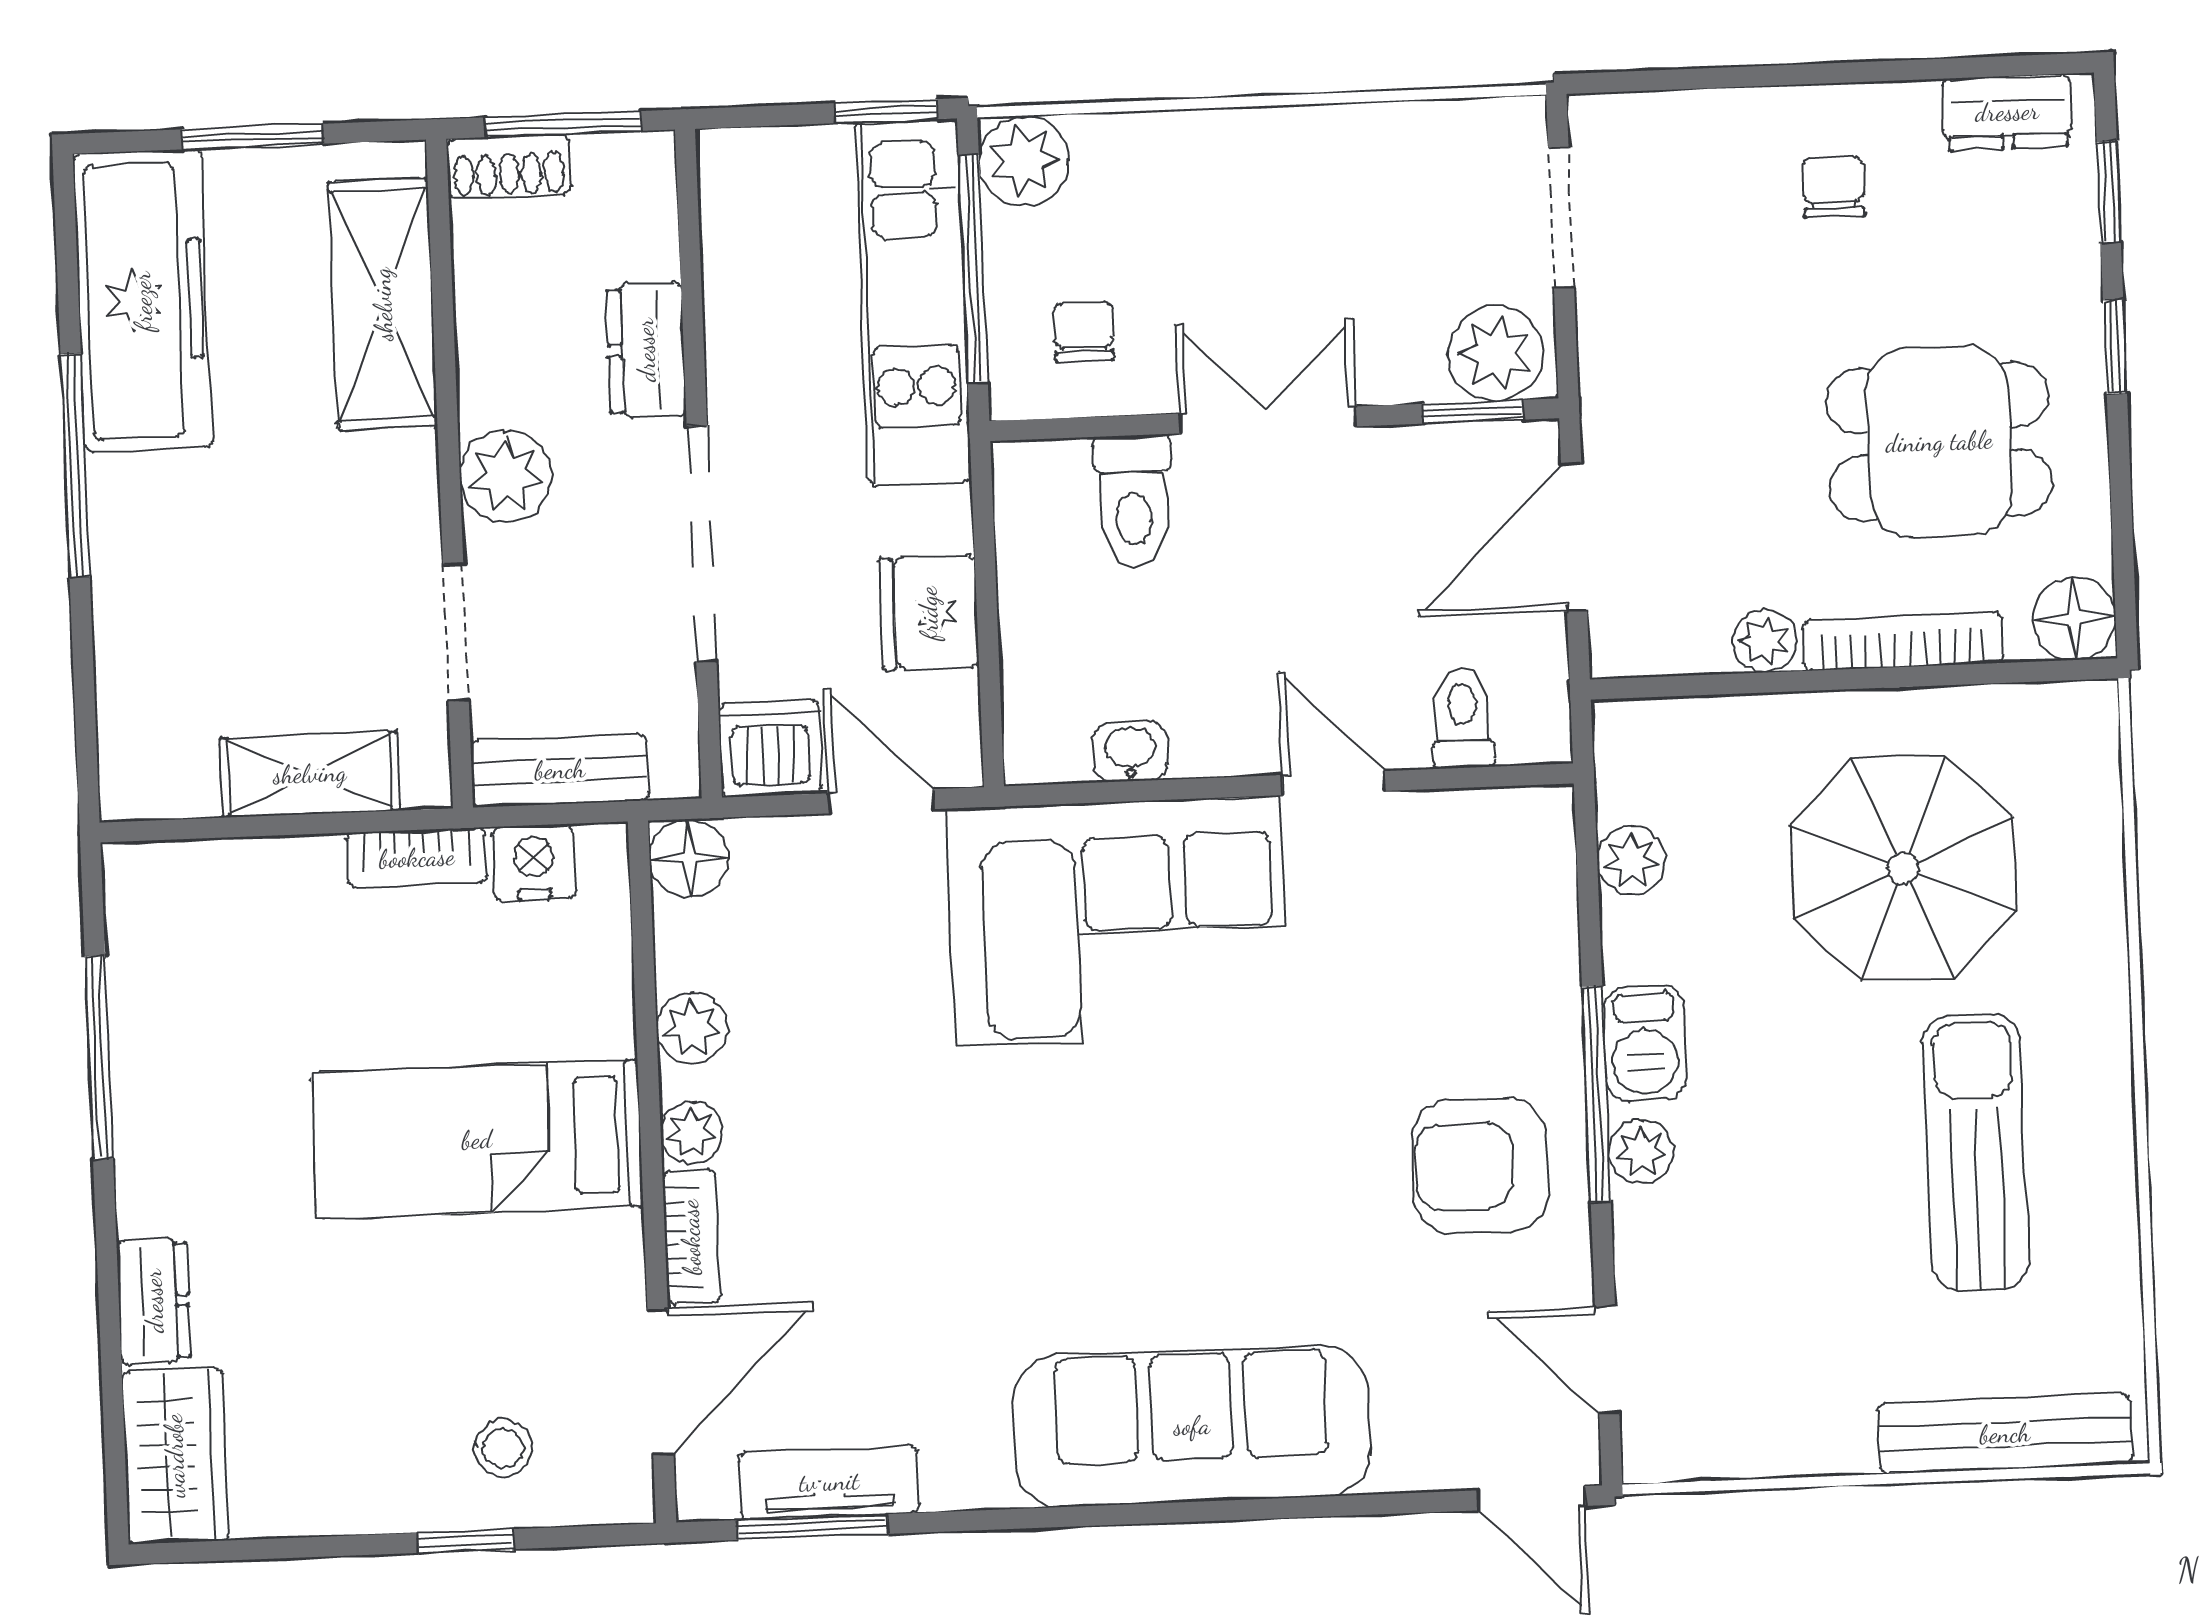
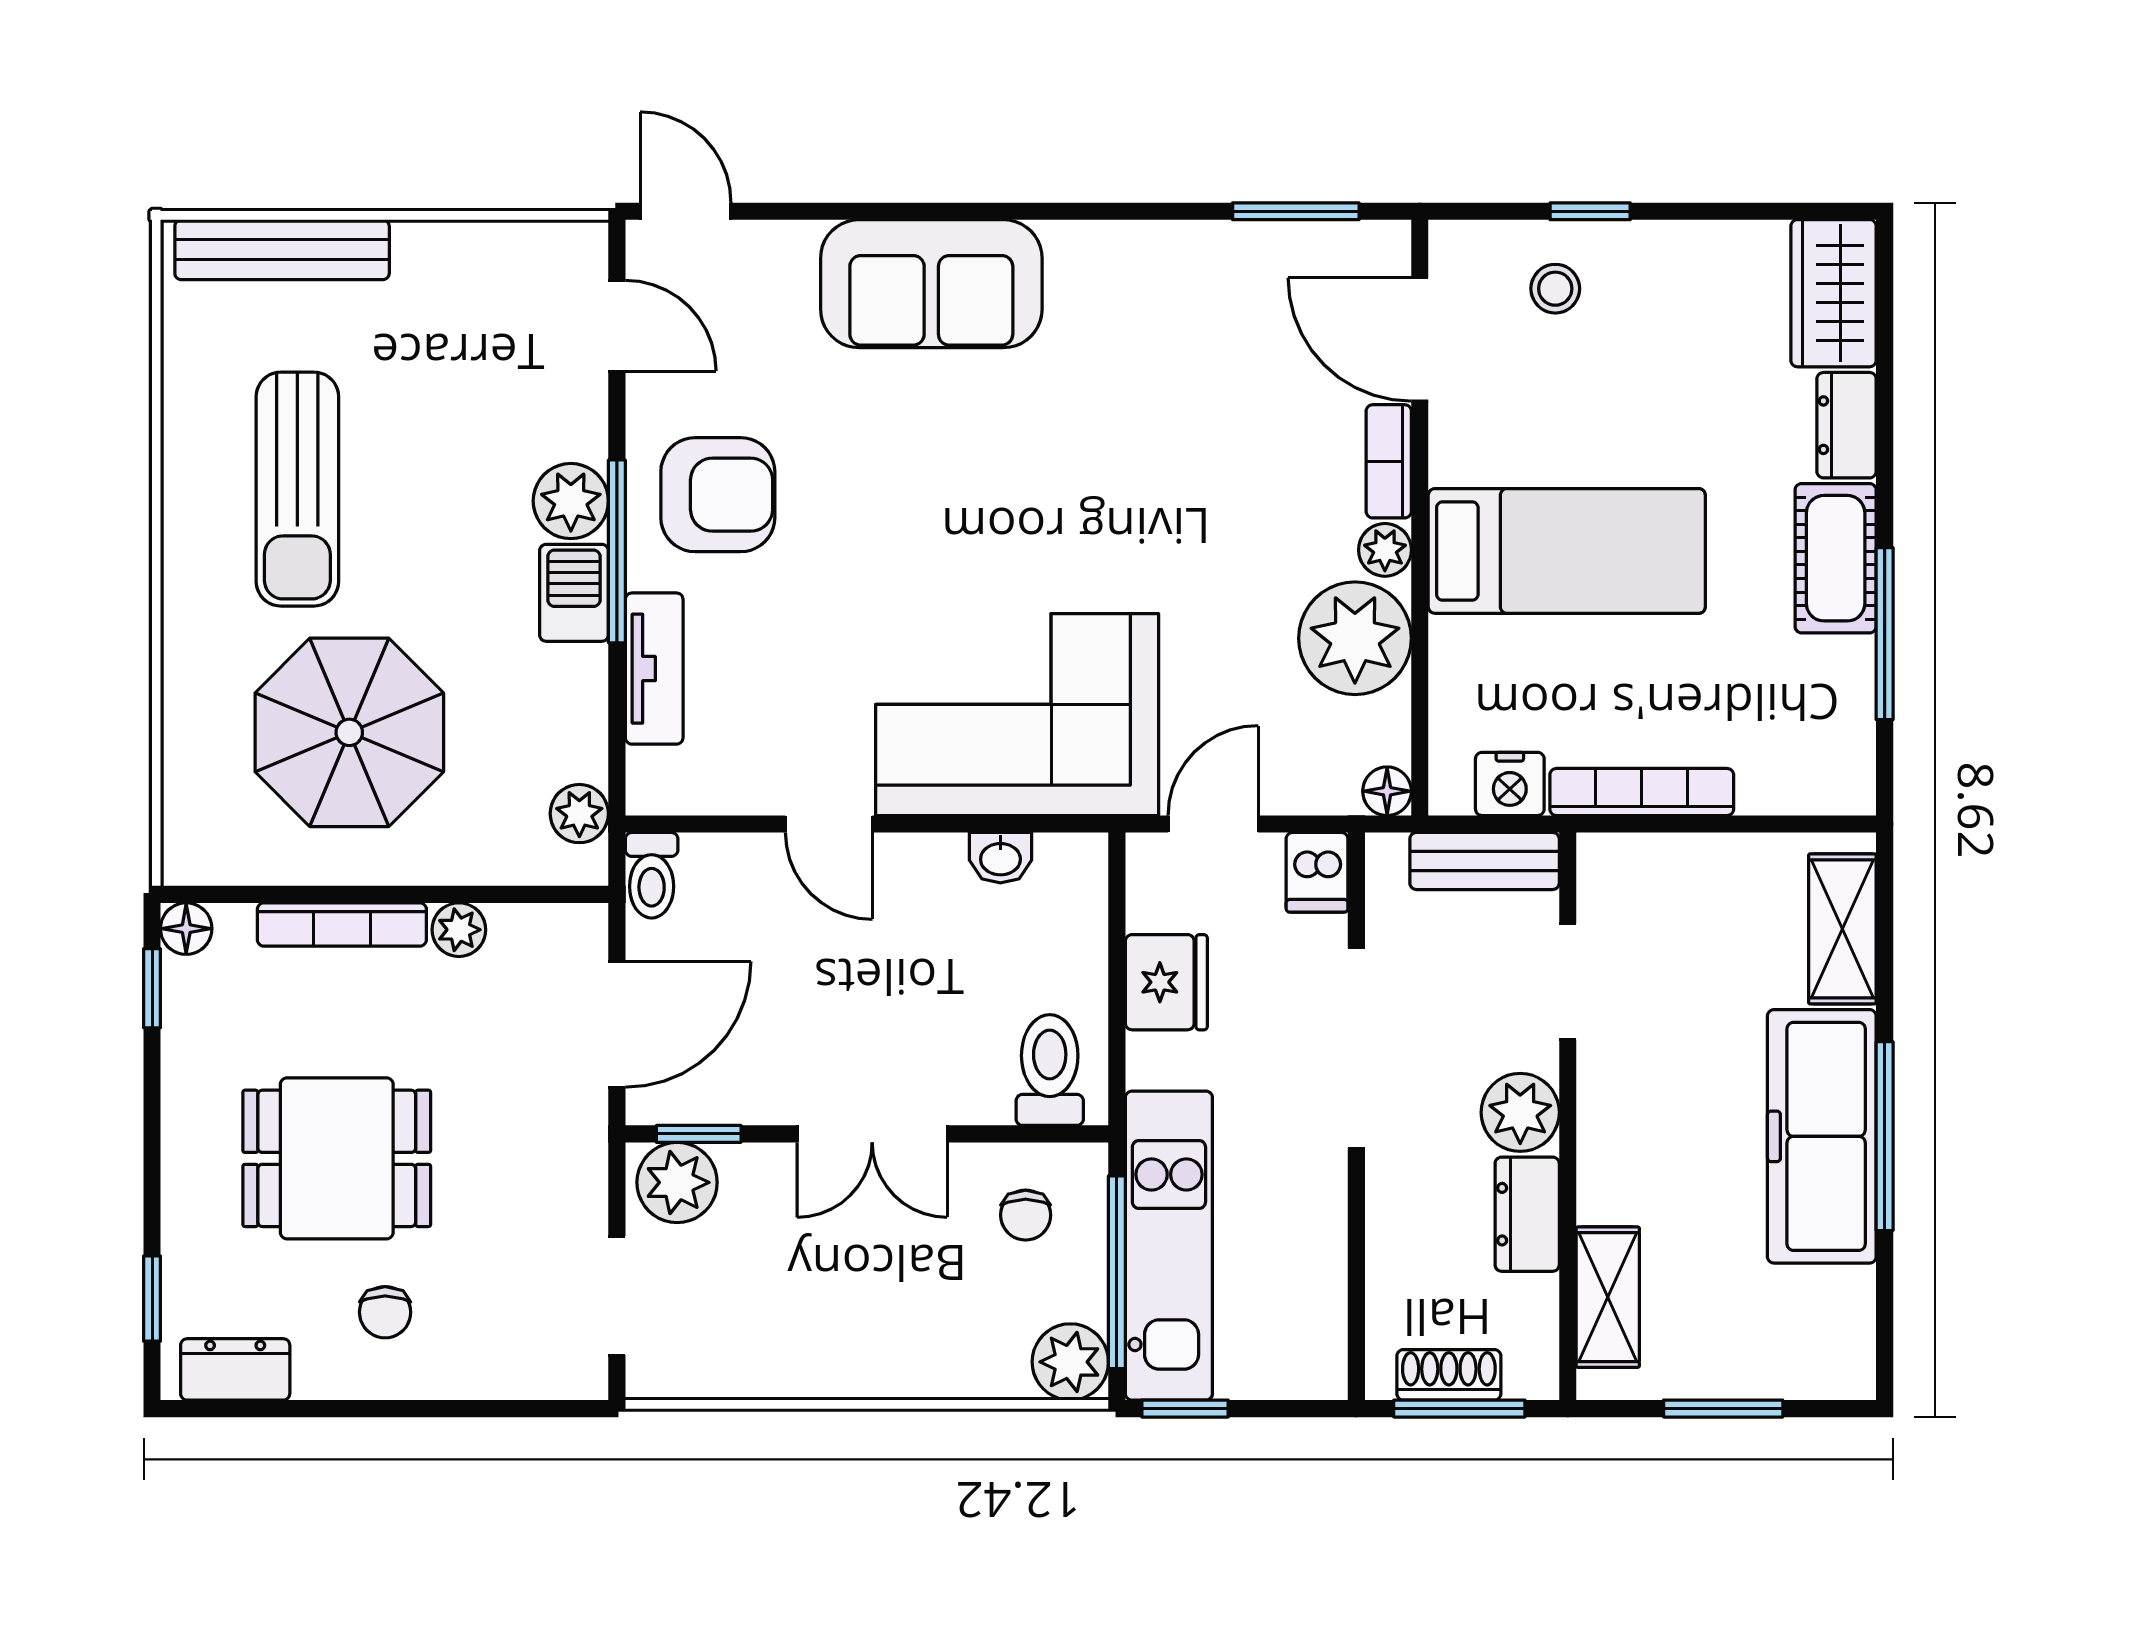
shoe rack: (509, 166) -> (1449, 1375), moved
freezer: (143, 301) -> (1822, 1136), moved
shelving: (383, 304) -> (1608, 1297), width x0.67, depth x0.75
window: (2115, 347) -> (152, 988), moved
dresser: (646, 350) -> (1527, 1214), moved, turned 180
dining table: (1939, 442) -> (337, 1158), moved
toilet: (1134, 501) -> (1050, 1070), moved
floor lamp: (2074, 619) -> (186, 929), width x0.73, depth x0.73
toilet: (1463, 717) -> (652, 875), moved
dishwasher: (770, 749) -> (1317, 872), width x0.73
shelving: (310, 774) -> (1842, 929), moved, turned 90
door: (881, 801) -> (1213, 824), swing flipped
bookcase: (417, 858) -> (1642, 792), width x1.56
floor lamp: (689, 858) -> (1387, 791), width x0.73, depth x0.73
plant: (1631, 860) -> (579, 814), moved
plant: (692, 1028) -> (1355, 638), width x1.87, depth x1.87
cot: (160, 1144) -> (1836, 558), added
plant: (1641, 1152) -> (571, 501), width x1.38, depth x1.38
door: (661, 1382) -> (1420, 339), hinge flipped
sofa: (1192, 1426) -> (931, 284), width x0.73
tv unit: (829, 1482) -> (654, 669), moved, turned -90

